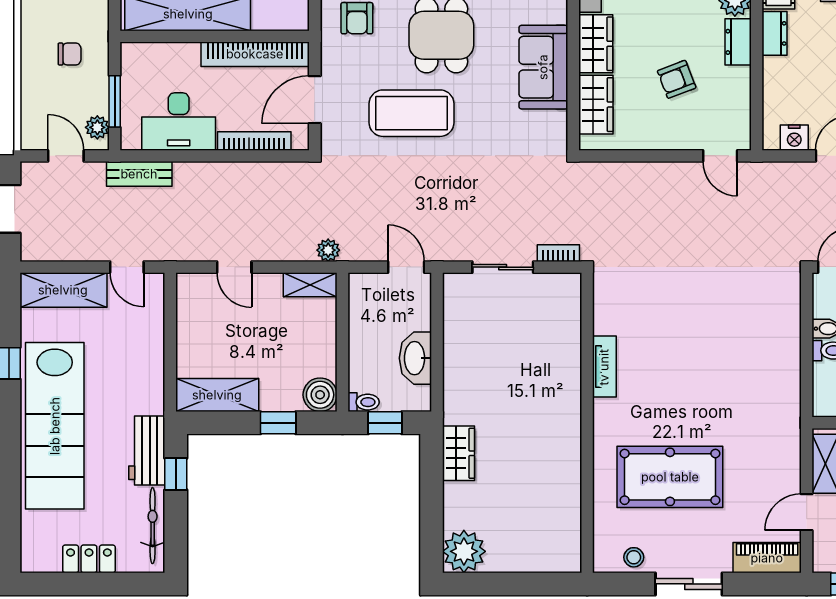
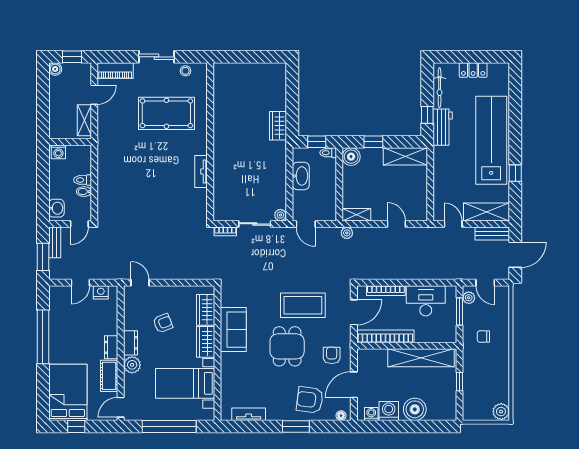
bench: (139, 174) -> (492, 234), moved
plant: (464, 551) -> (280, 215), moved, width x0.53, depth x0.53

